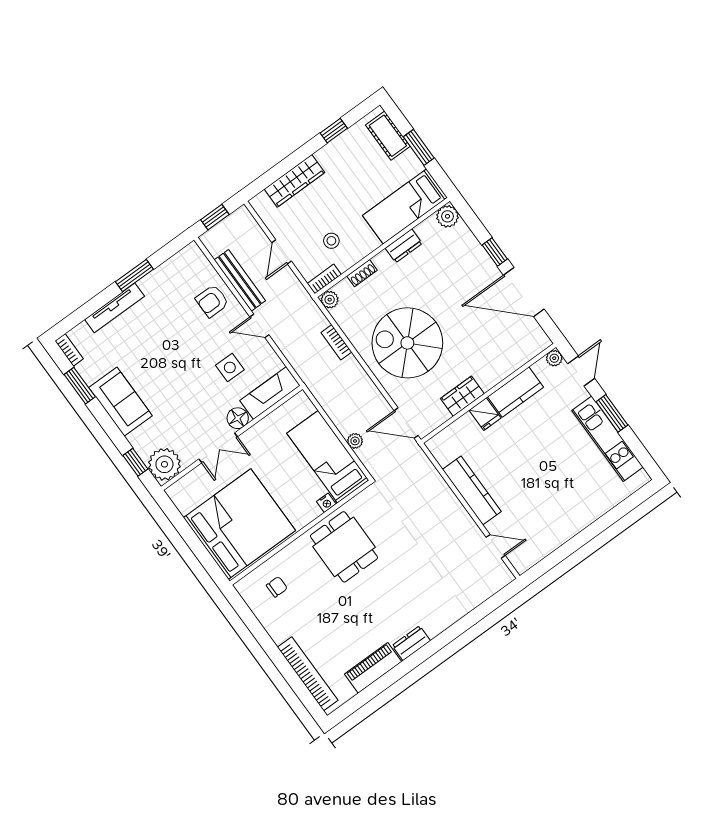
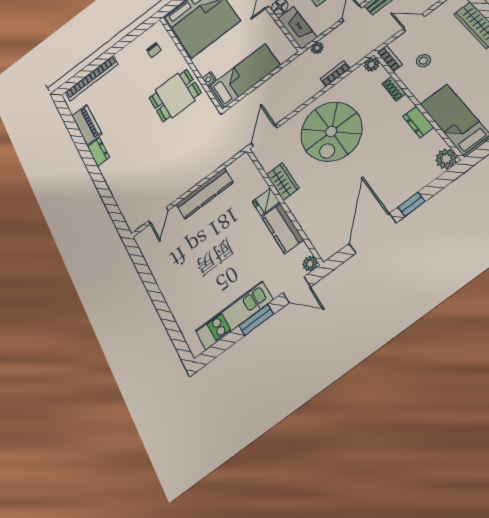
spiral stairs: (407, 343) -> (331, 131), turned 180
plant: (355, 441) -> (317, 48), moved

